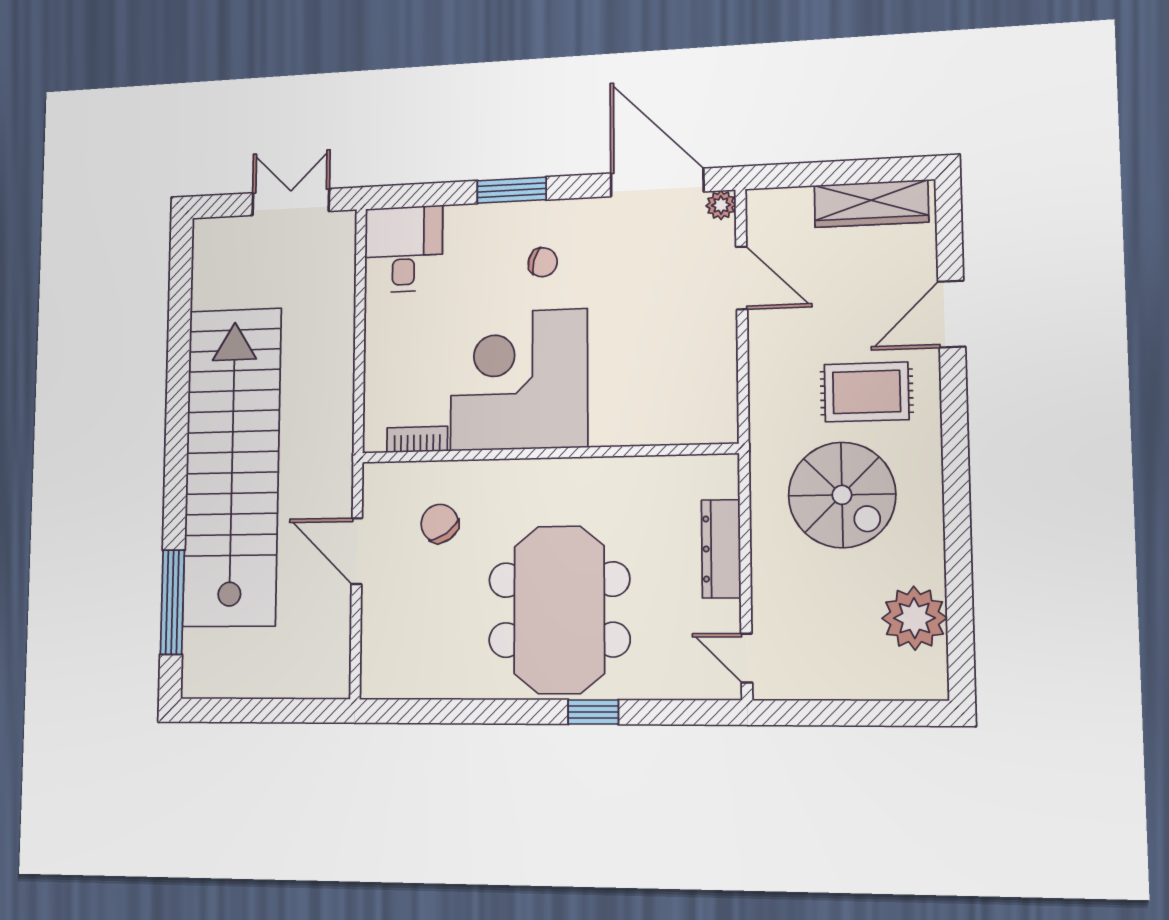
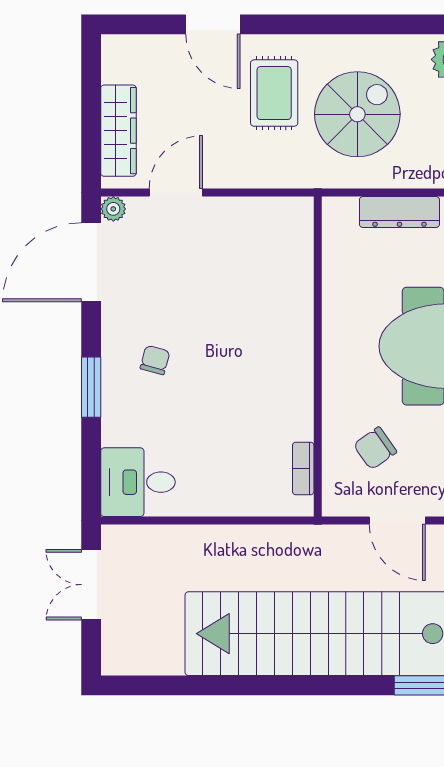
wardrobe: (871, 204) -> (118, 131), moved
corner desk: (519, 380) -> (255, 381), removed
door: (357, 551) -> (397, 520), hinge flipped

